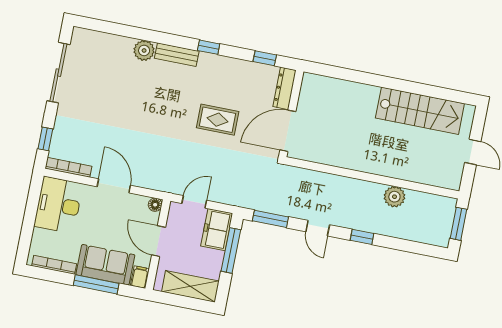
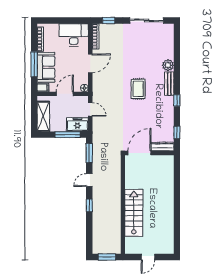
stairs: (420, 111) -> (134, 213), moved, turned 180
rug: (218, 120) -> (138, 89), moved
door: (288, 131) -> (139, 153), hinge flipped
plant: (394, 197) -> (115, 219), removed

